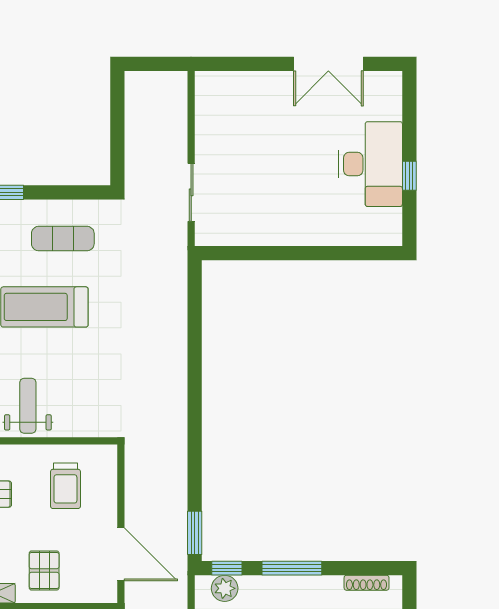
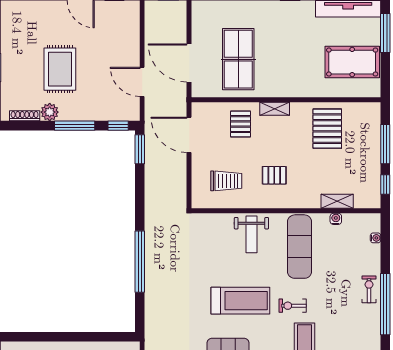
window: (195, 365) -> (140, 262), added
trolley: (65, 486) -> (226, 181), turned 90
plant: (225, 588) -> (50, 112), moved

